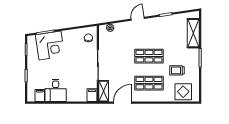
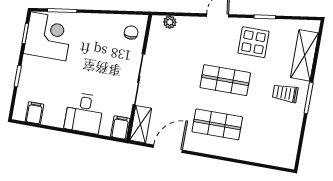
corner desk: (50, 46) -> (48, 36), moved, turned -82
trolley: (177, 70) -> (285, 93), moved
desk: (56, 90) -> (84, 113), moved
display table: (183, 92) -> (254, 42), moved

